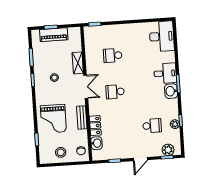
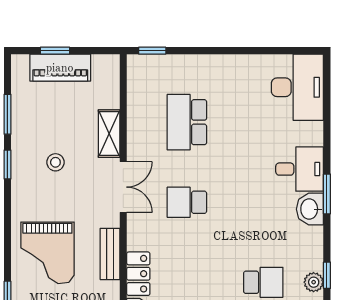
school desk: (113, 55) -> (187, 122), width x1.85

